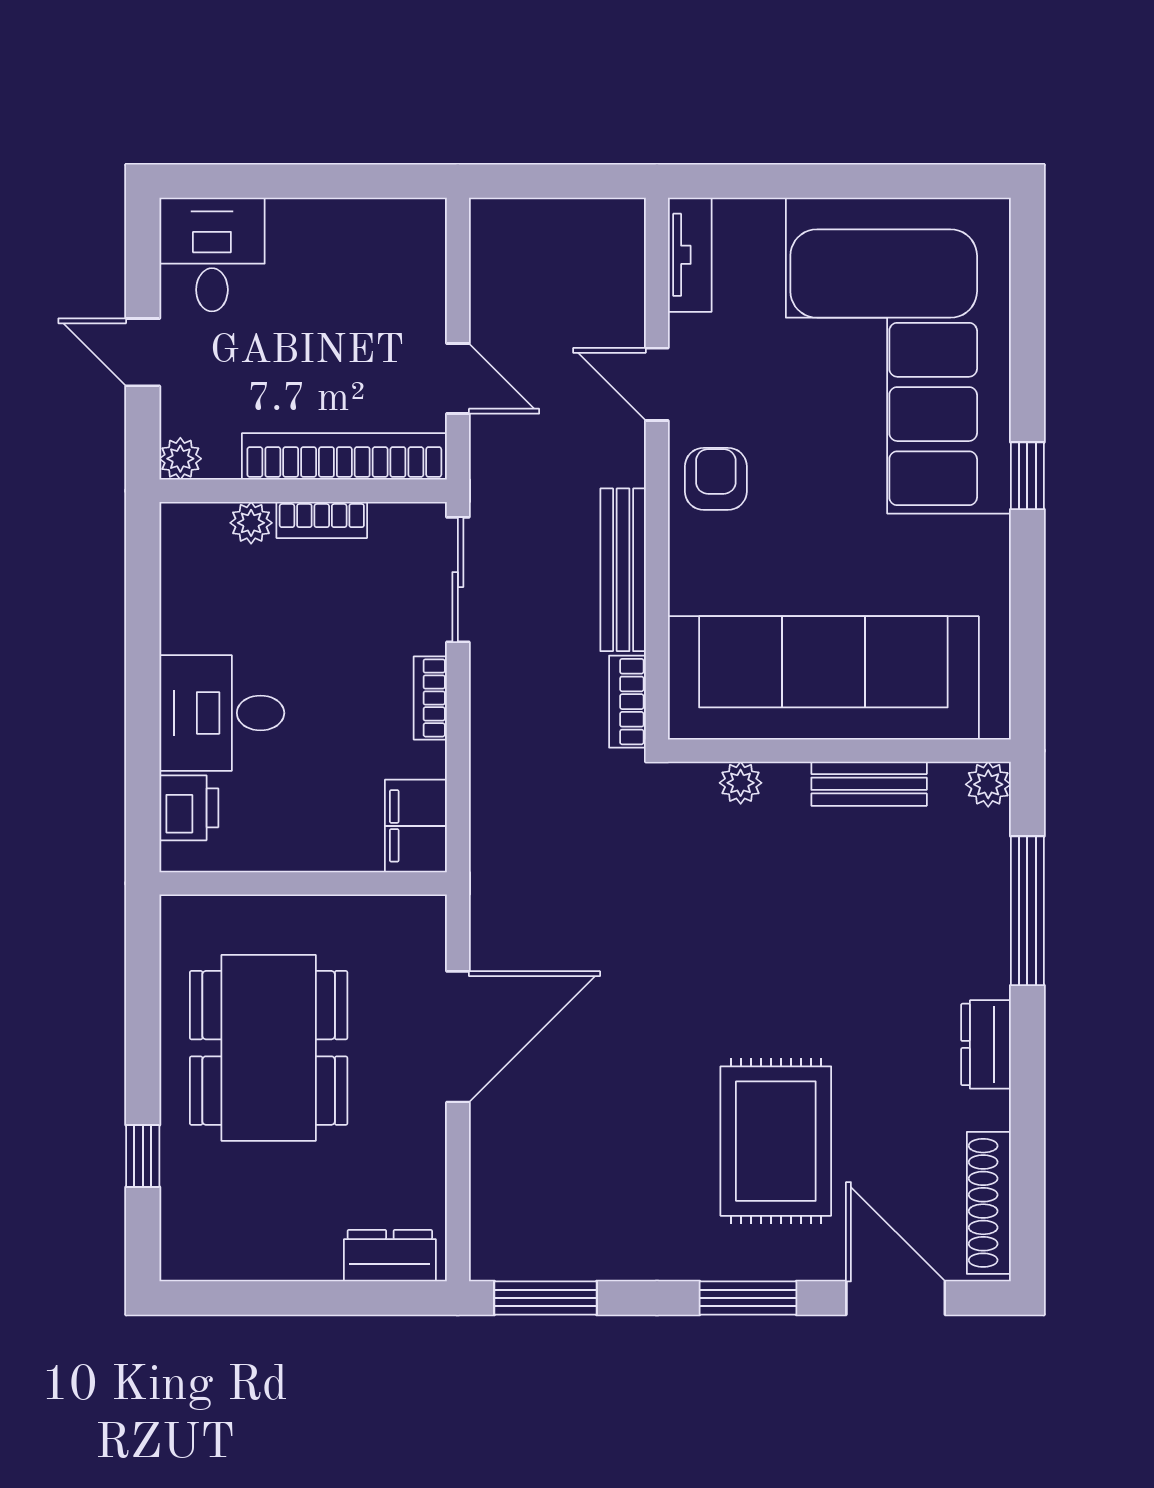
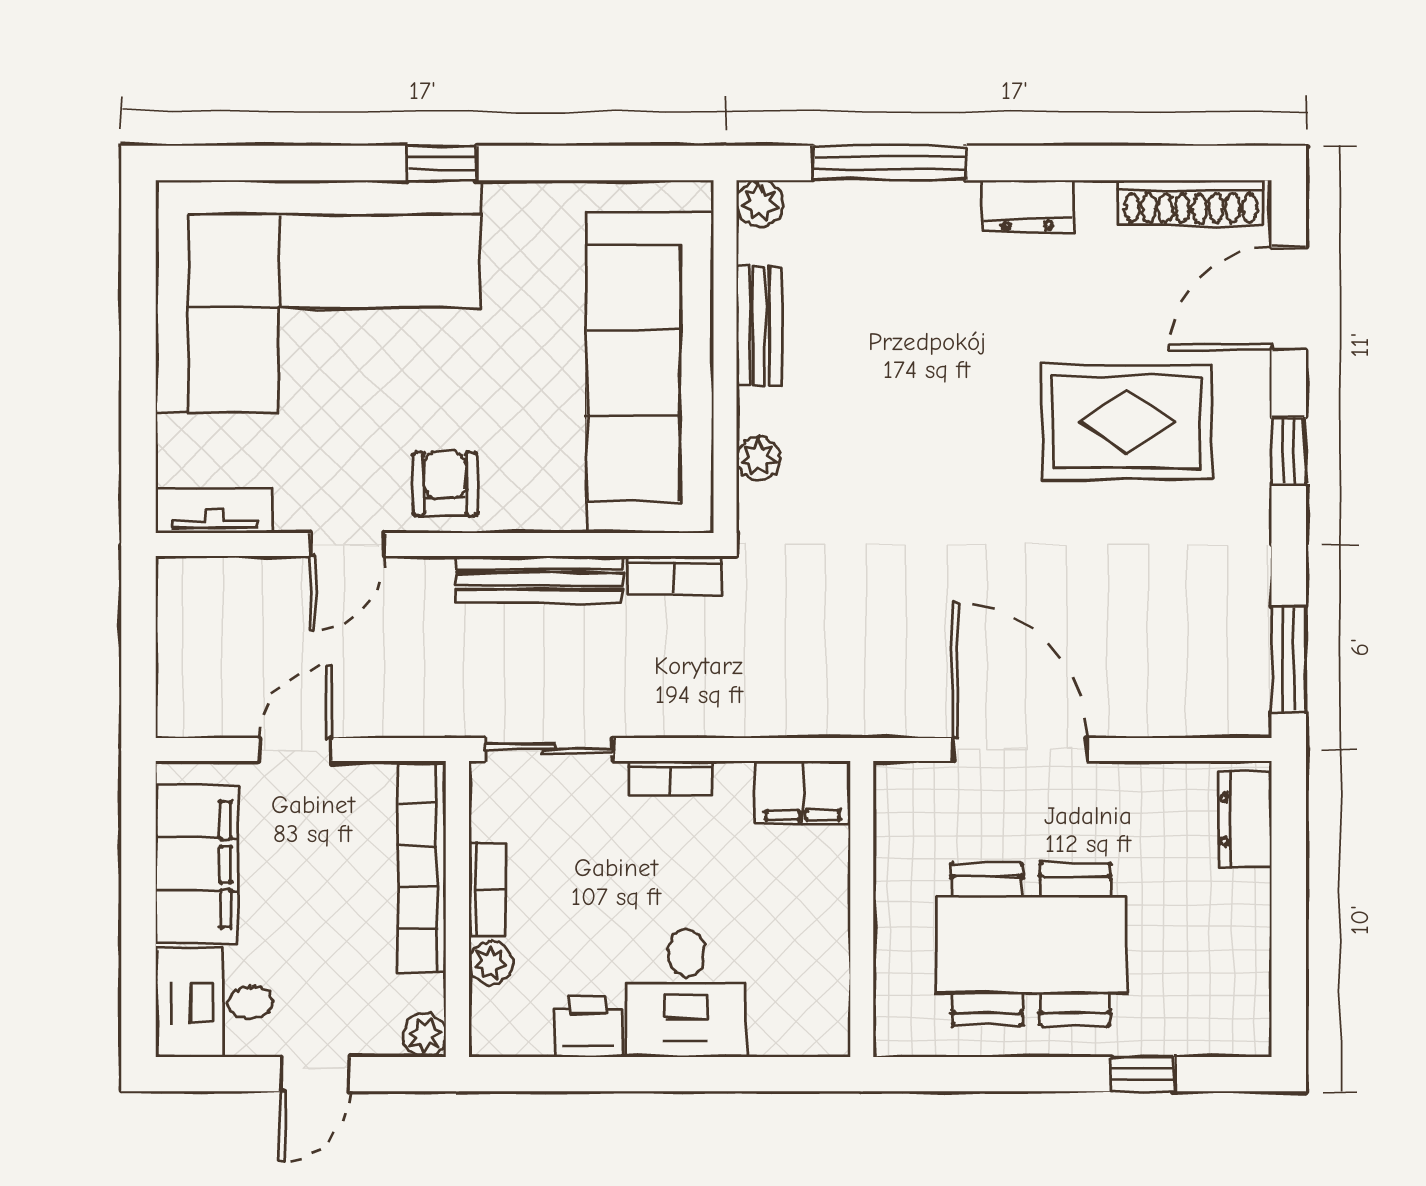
filing cabinet: (346, 238) -> (197, 864), added
door: (458, 379) -> (295, 750), moved
armchair: (716, 479) -> (445, 484), turned 90
printer: (189, 808) -> (589, 1027), moved
window: (748, 1298) -> (1289, 451), width x0.67

